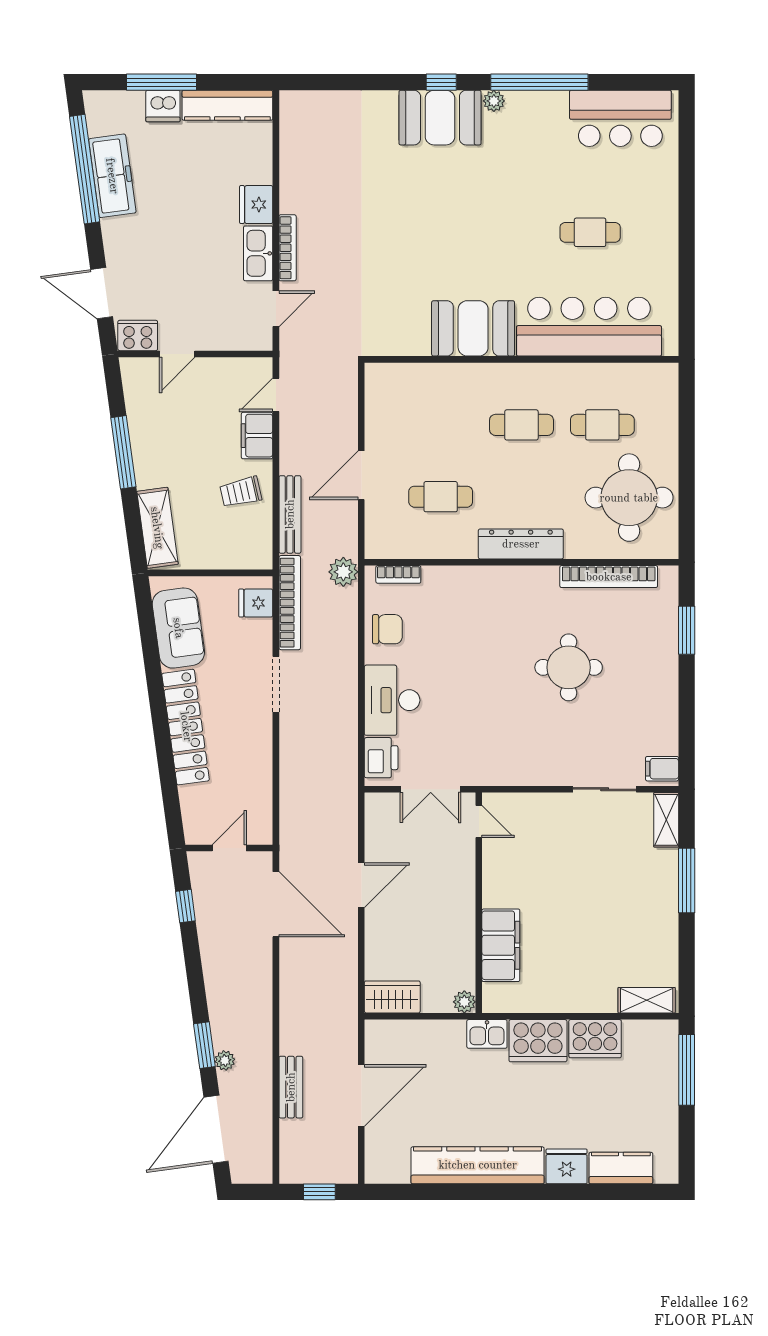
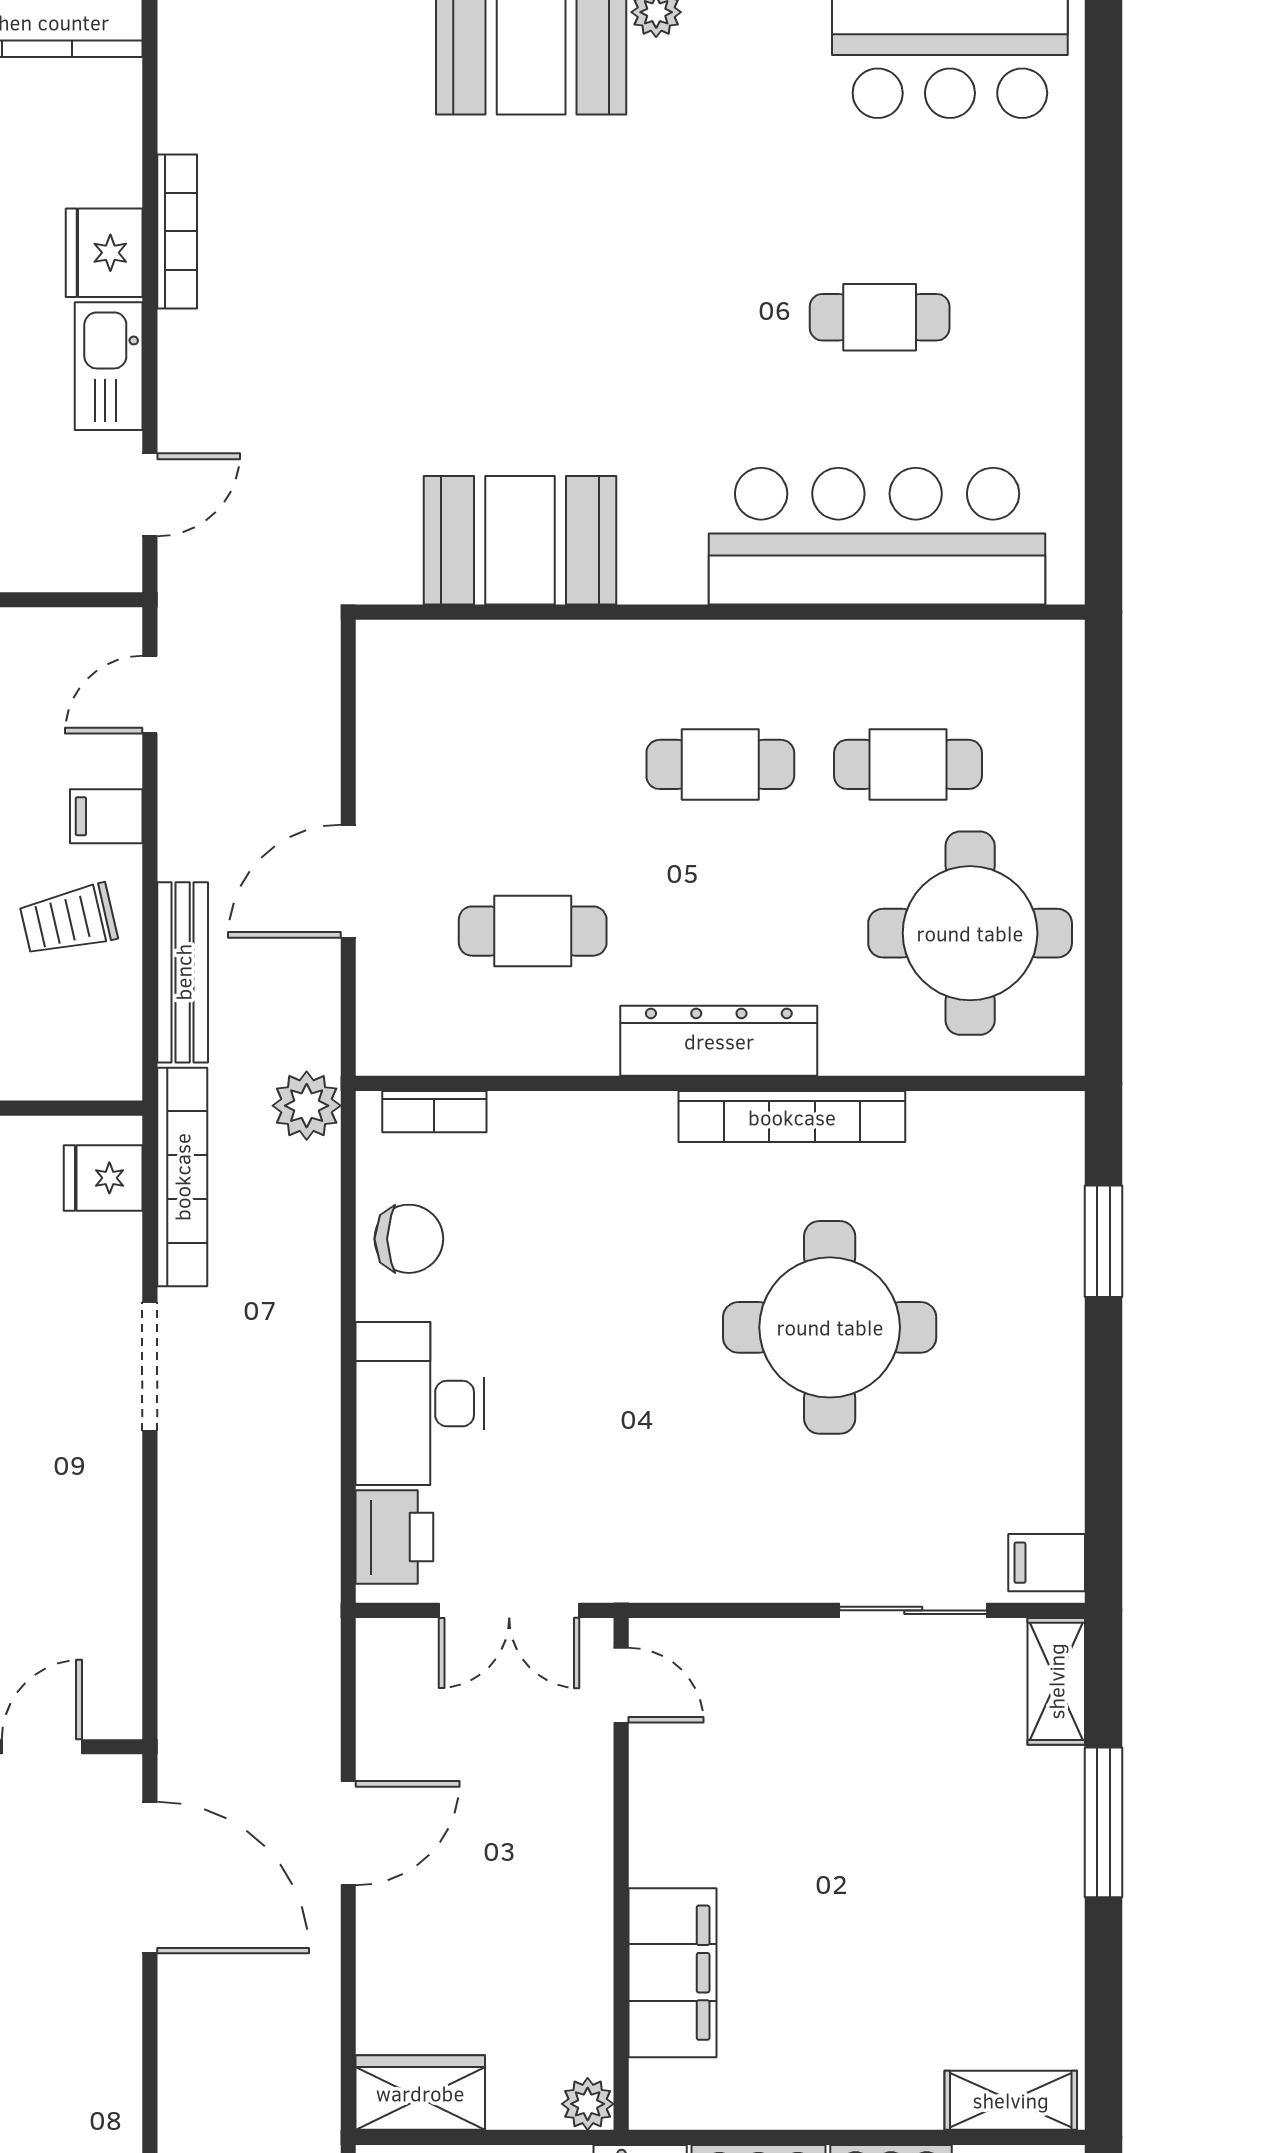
bookcase: (288, 248) -> (177, 231), moved
booth: (473, 328) -> (520, 540), moved
filing cabinet: (257, 436) -> (106, 816), width x0.50
bookcase: (609, 577) -> (792, 1117), moved
round table: (569, 667) -> (830, 1327), width x1.36, depth x1.36

